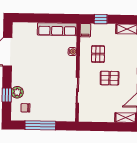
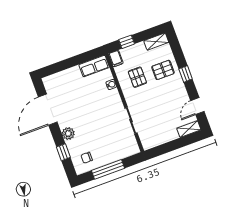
row of seats: (57, 29) -> (94, 66), width x0.68
pallet: (110, 78) -> (163, 70), moved
plant: (17, 92) -> (68, 133), moved

